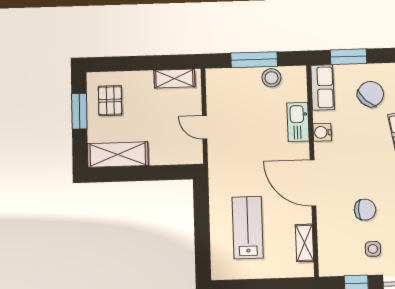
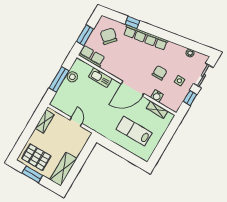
pallet: (110, 101) -> (36, 157), width x1.50, depth x1.42
door: (205, 127) -> (76, 122), swing flipped
water cooler: (322, 132) -> (157, 96), moved

